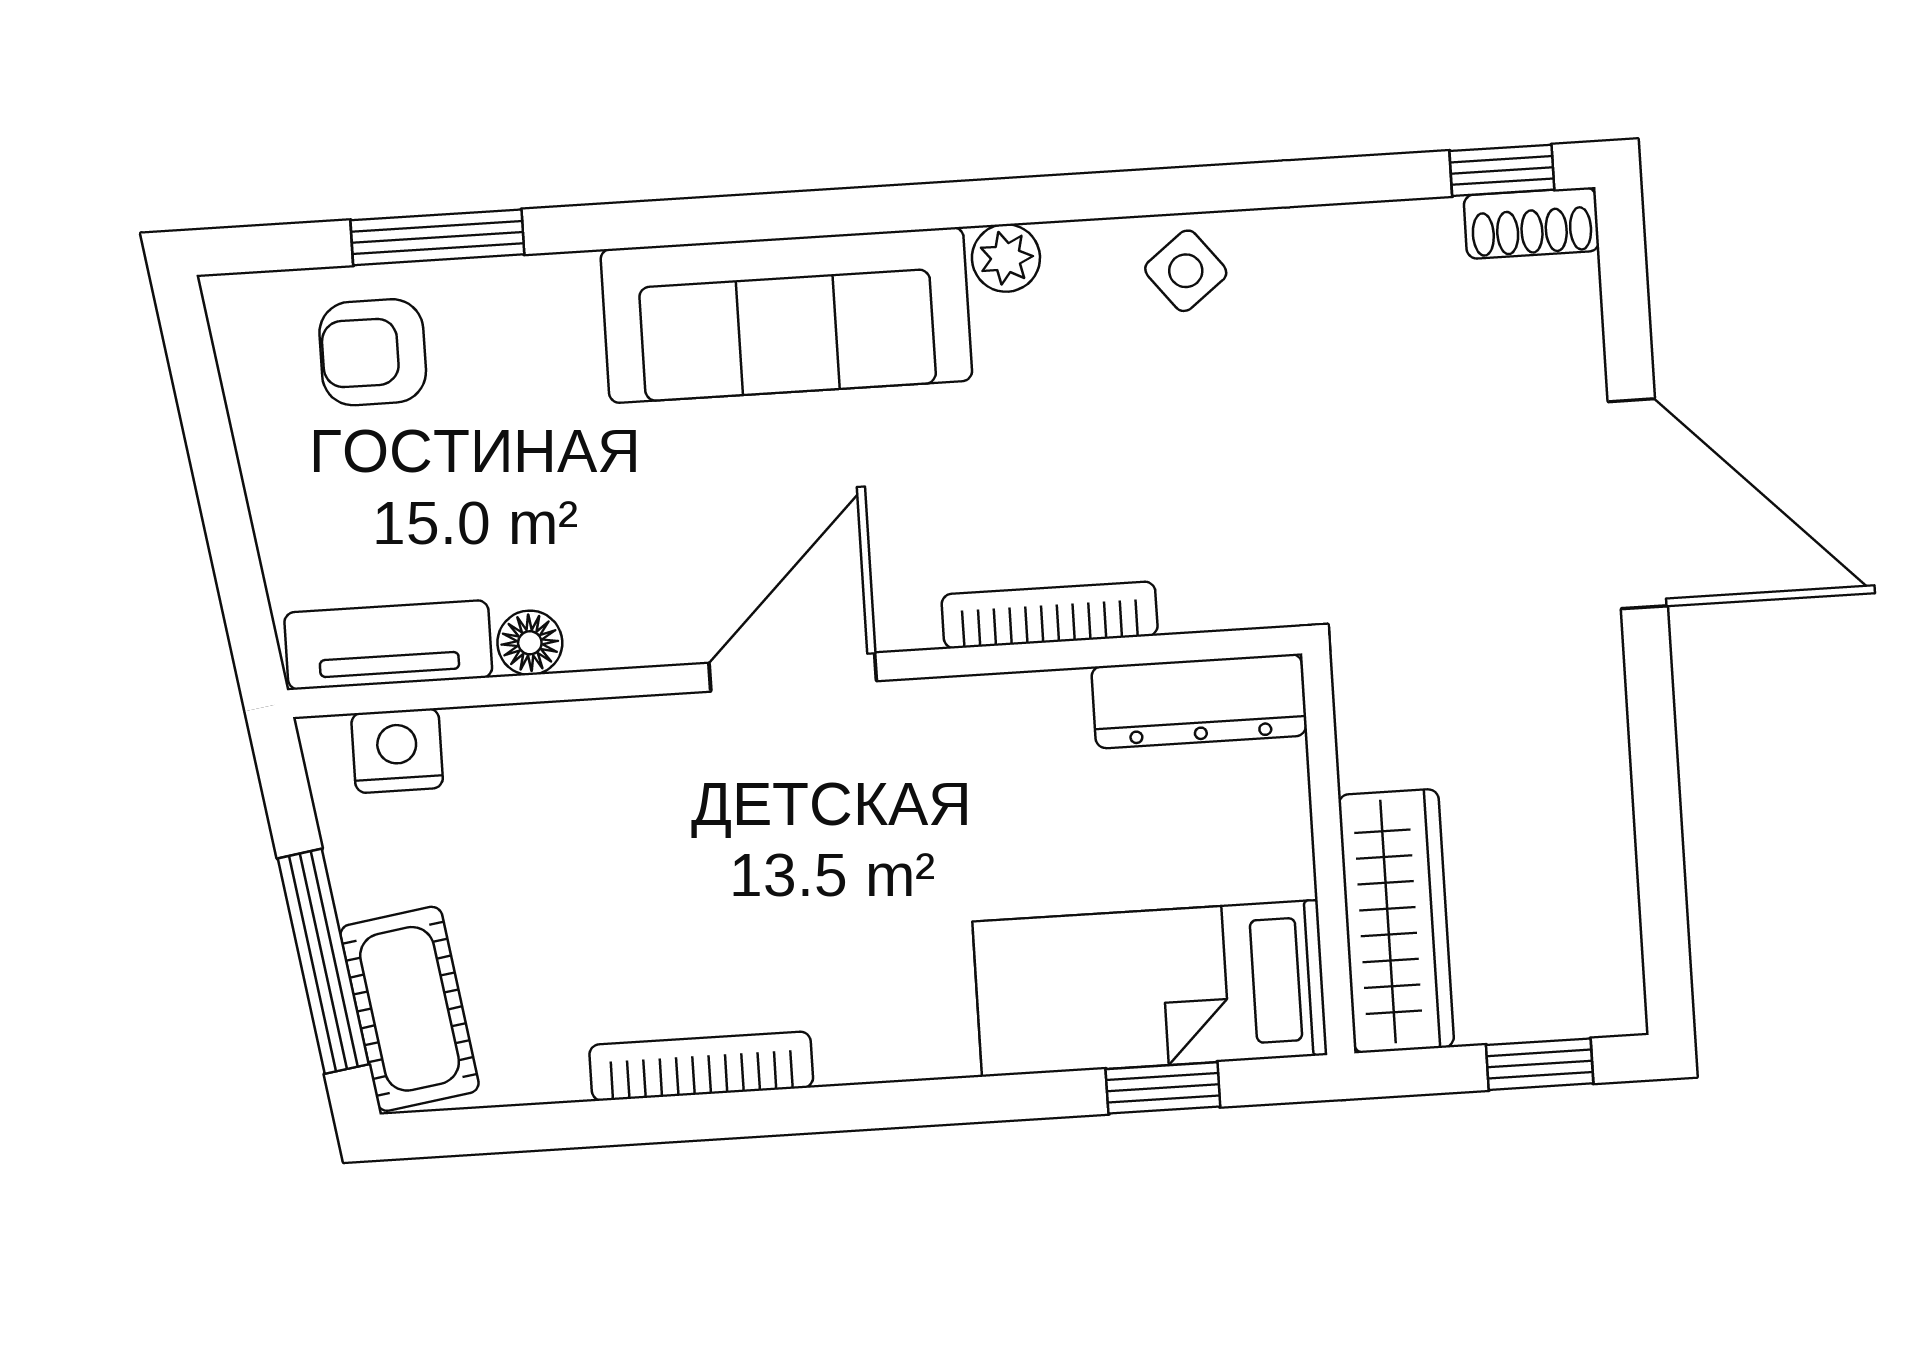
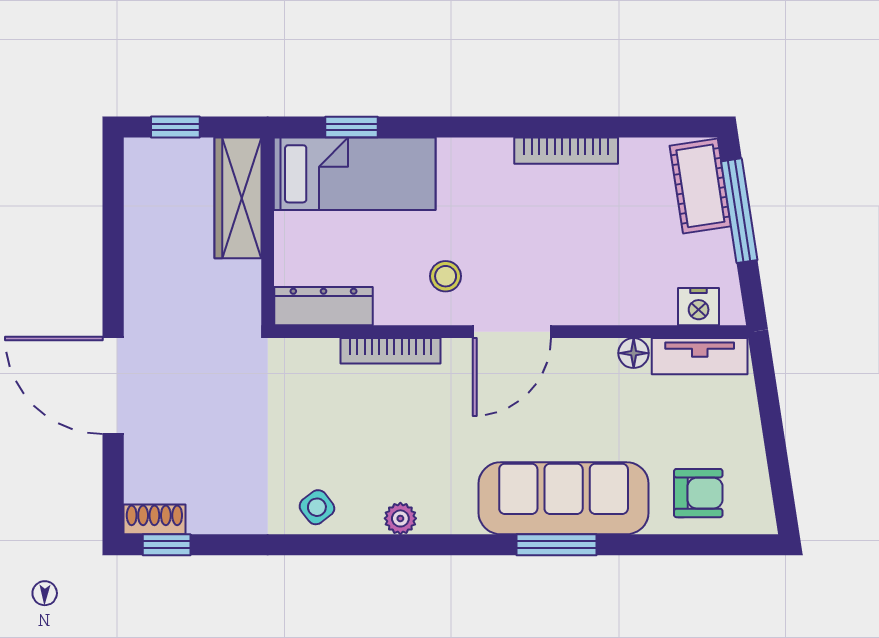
window: (437, 237) -> (556, 545), moved
sofa: (786, 315) -> (564, 498), moved
stool: (942, 782) -> (446, 276), added

